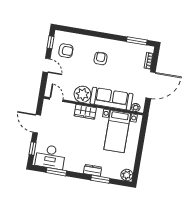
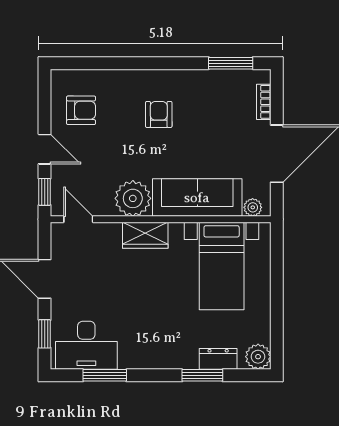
window: (50, 42) -> (45, 192), moved
dresser: (93, 170) -> (218, 359), moved

